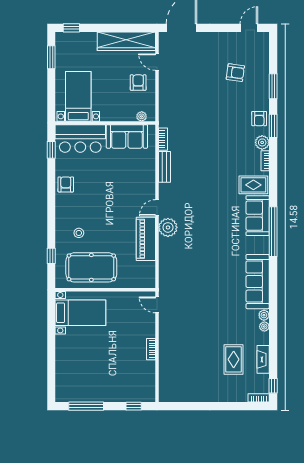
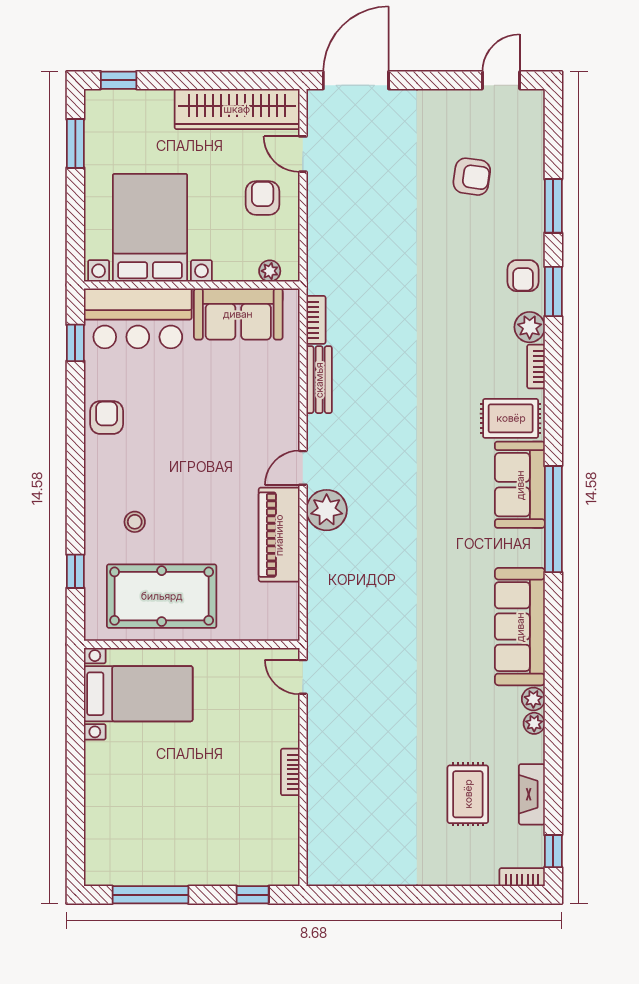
bed with nightstands: (78, 96) -> (150, 228), width x1.36

